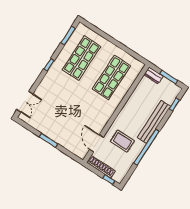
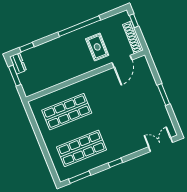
dresser: (154, 75) -> (18, 64), moved
bench: (154, 122) -> (56, 44), removed

